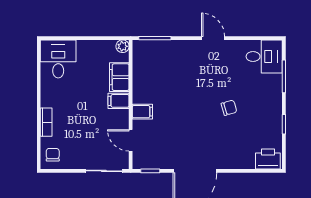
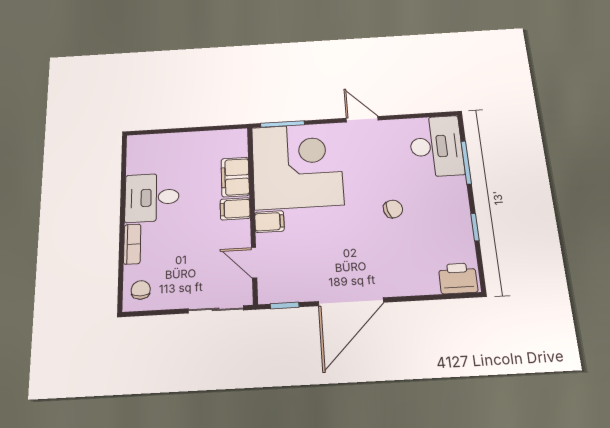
plant: (123, 46) -> (239, 137), removed
desk: (264, 57) -> (436, 146), width x1.37
desk: (58, 59) -> (152, 197), moved, turned -90
corner desk: (164, 71) -> (297, 166), added

